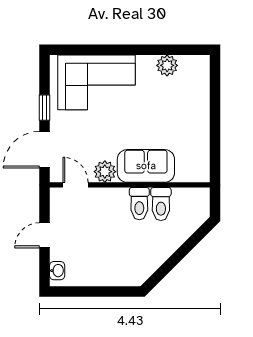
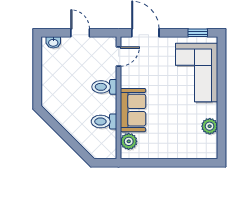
window: (45, 108) -> (198, 33), moved
plant: (105, 172) -> (129, 141), moved
toilet: (139, 204) -> (104, 87), moved

